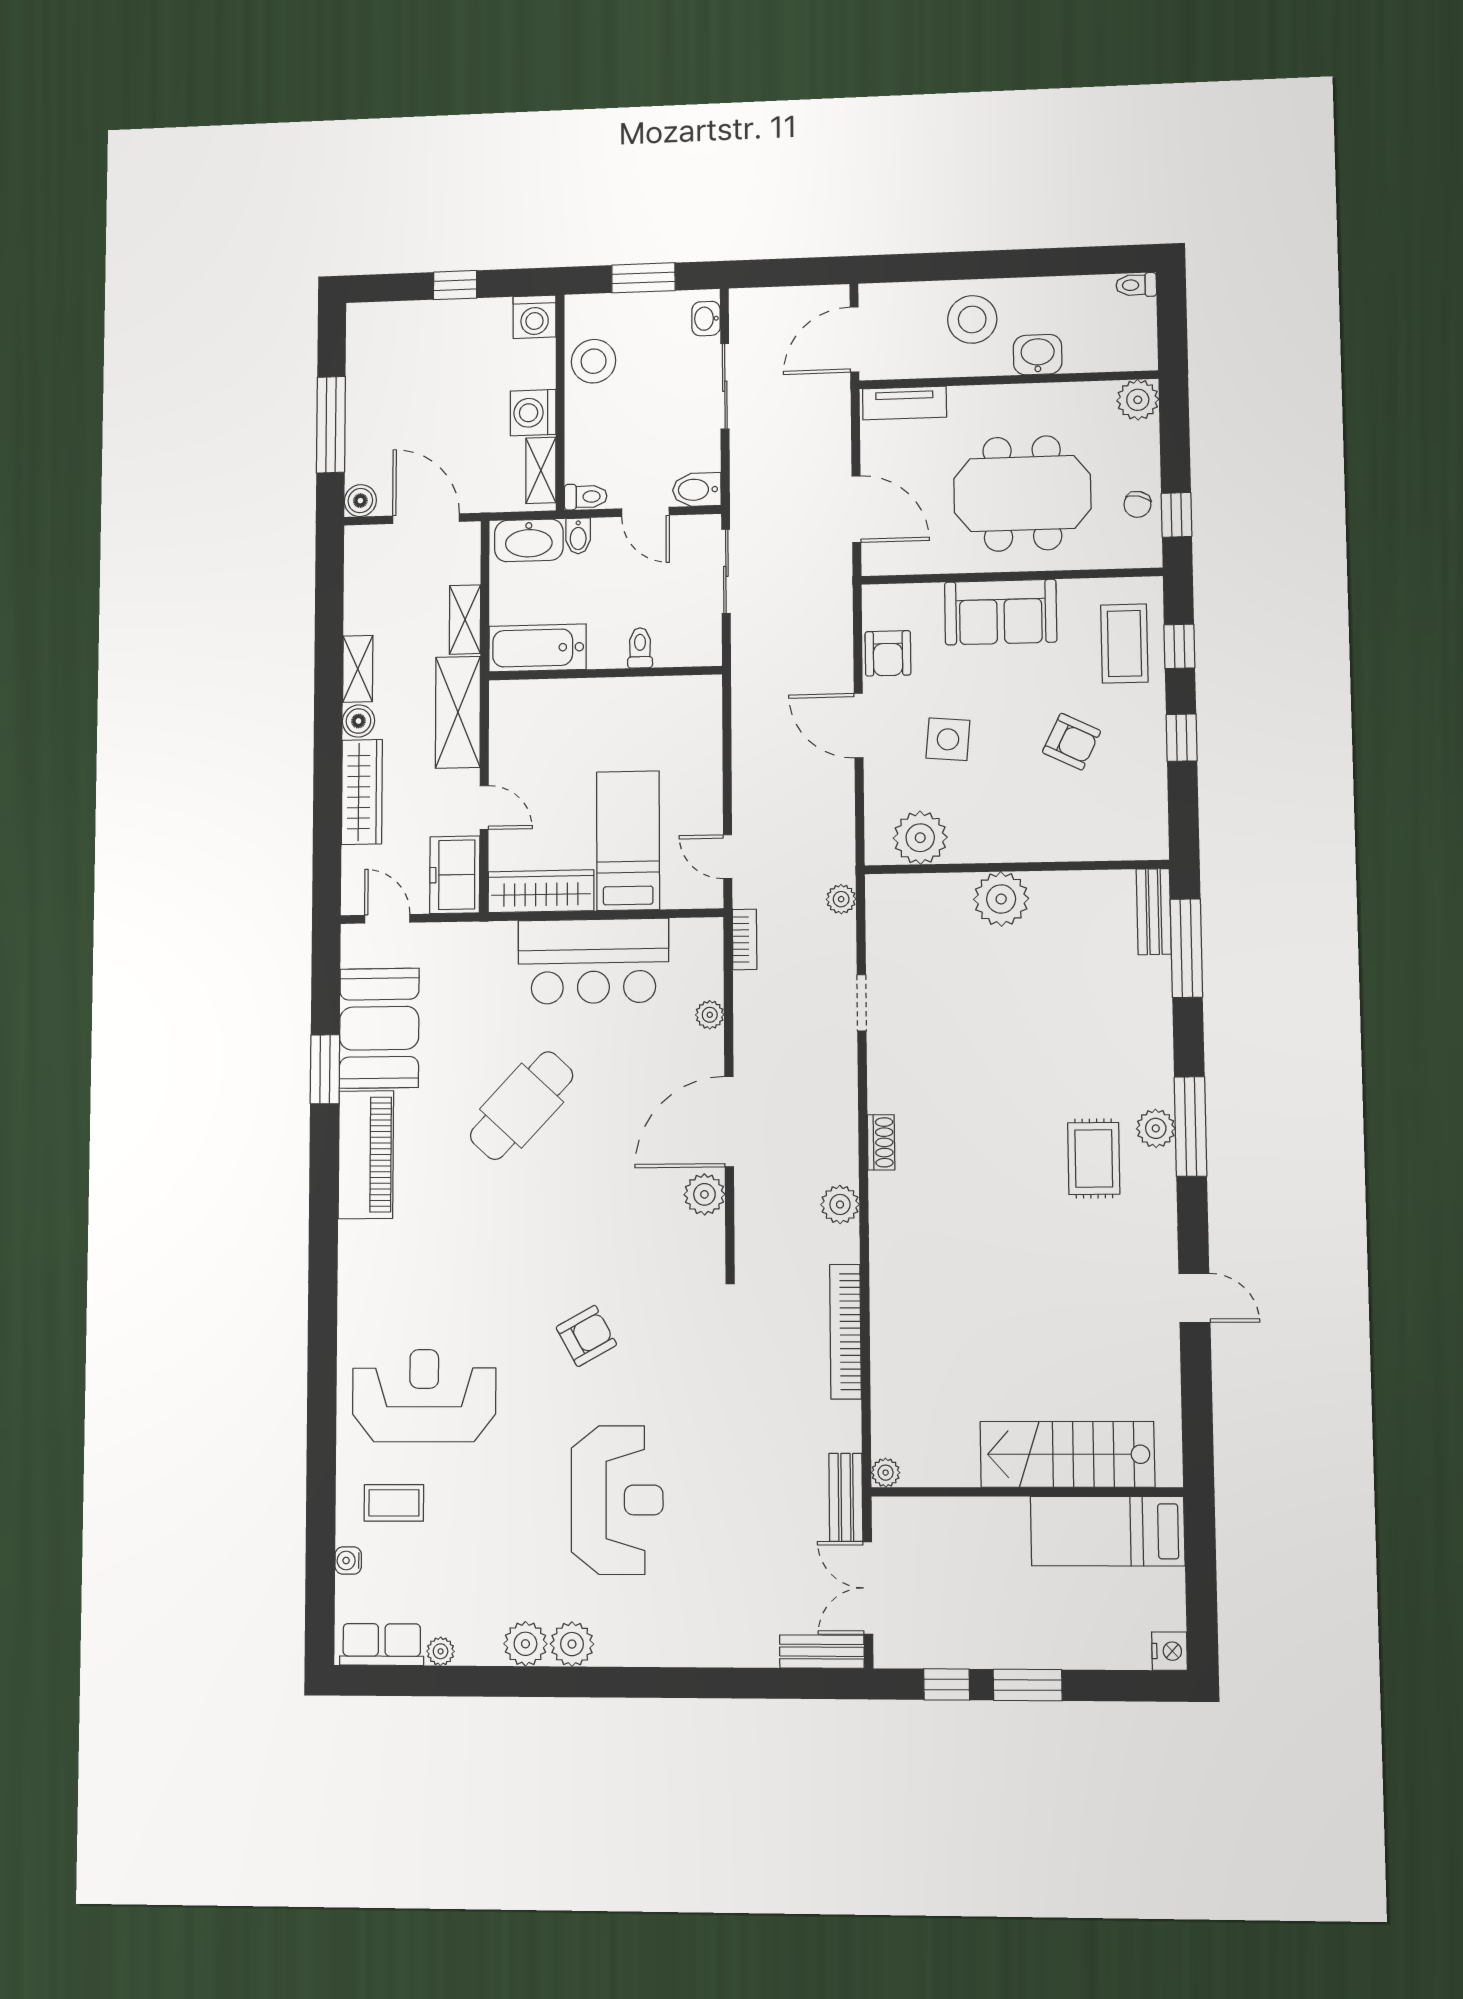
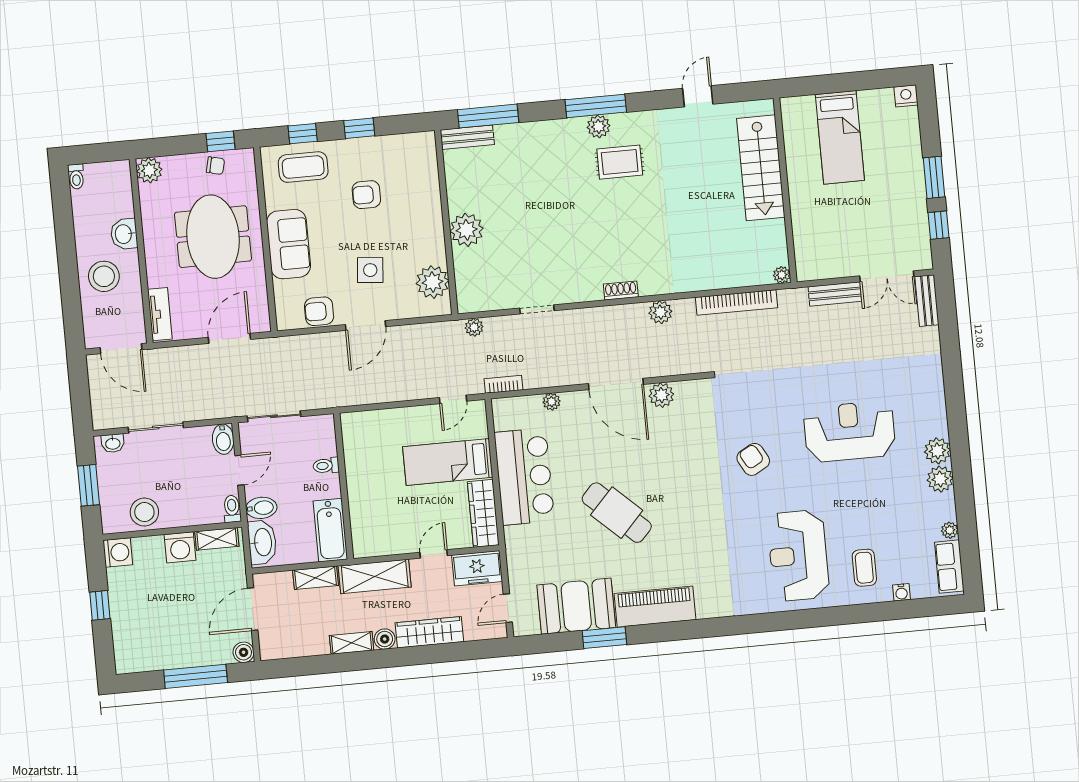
bidet: (578, 536) -> (261, 508), width x1.38, depth x1.36
armchair: (888, 653) -> (319, 311), turned 180
armchair: (1071, 742) -> (366, 195), turned -116
stairs: (1067, 1454) -> (761, 168), moved
plant: (886, 1473) -> (782, 275), moved
wall: (1027, 1492) -> (785, 190), moved

